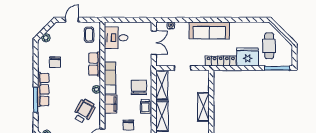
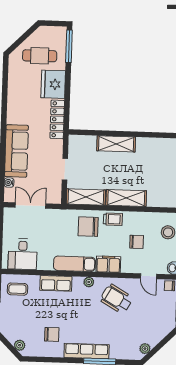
sofa: (209, 30) -> (16, 151), moved

